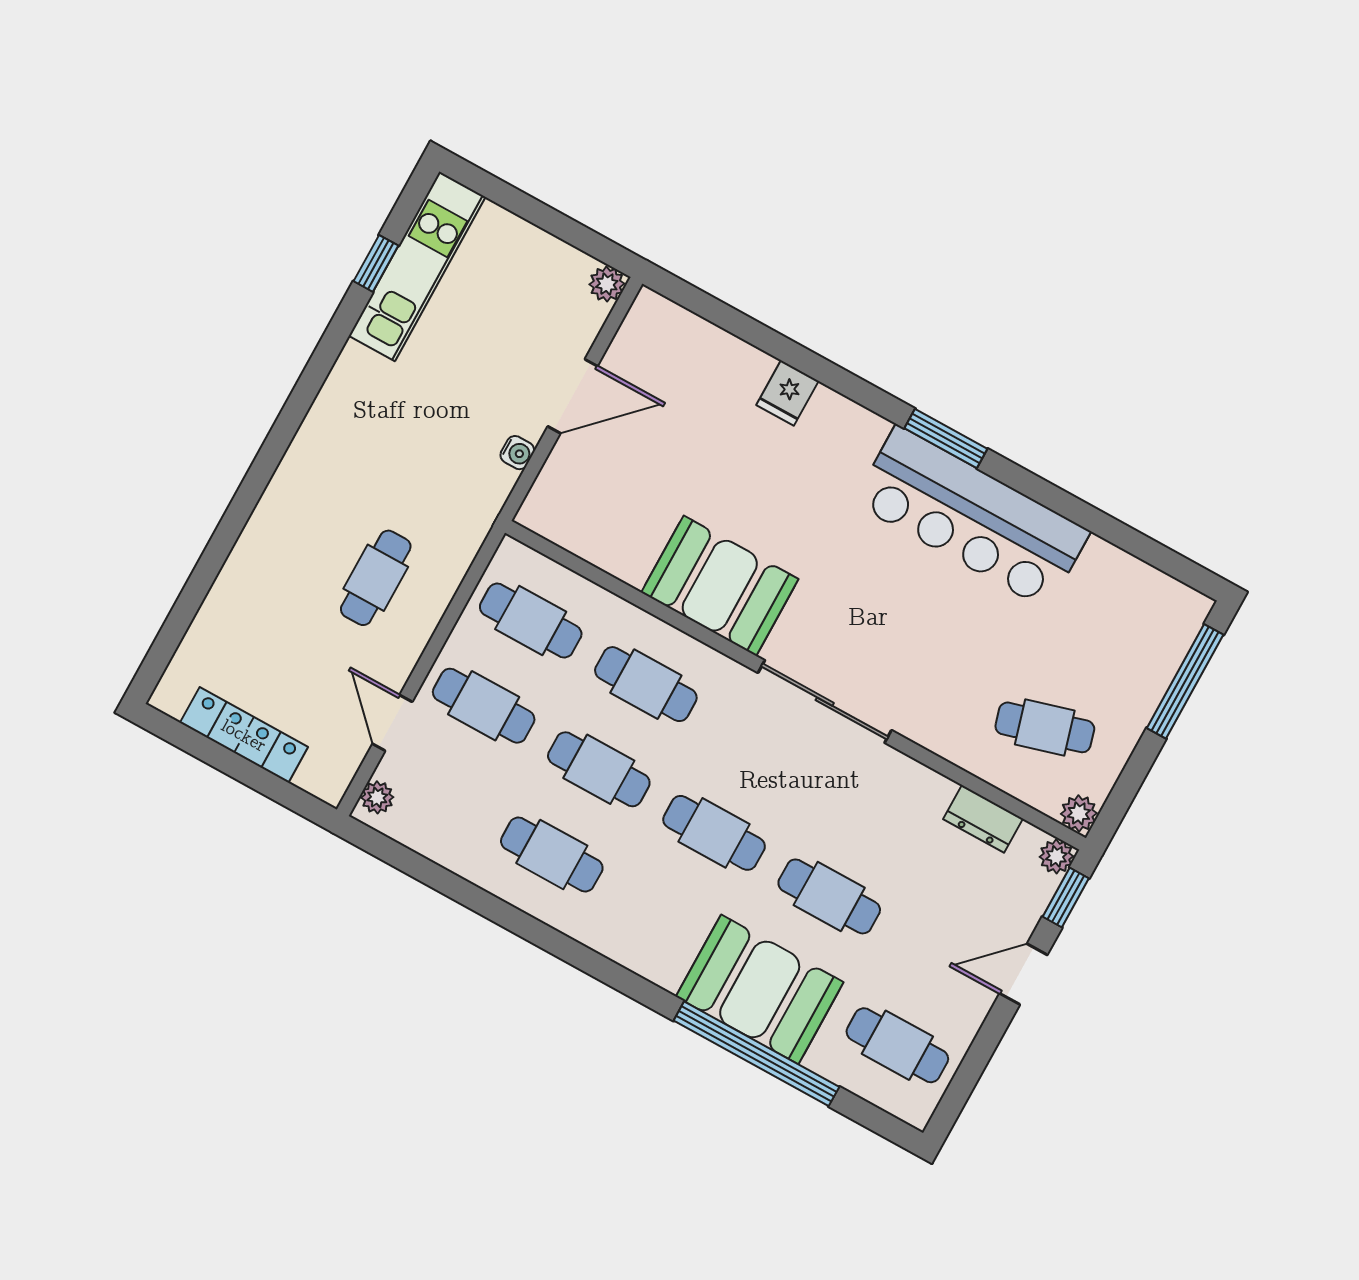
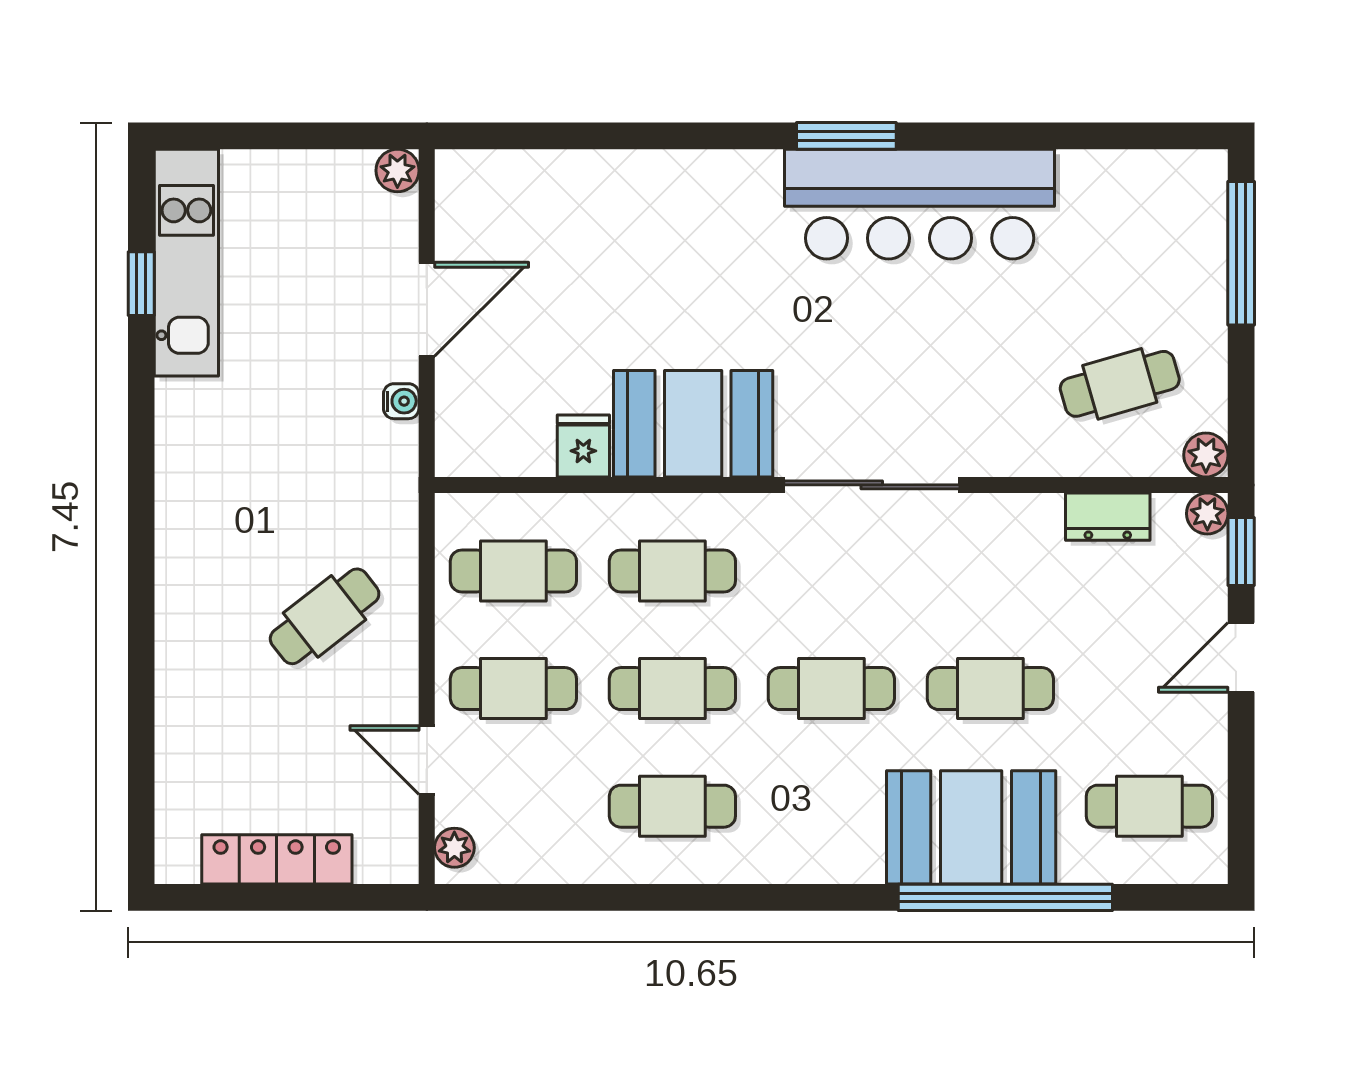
fridge: (787, 393) -> (583, 446), moved, turned 180
cafe table: (376, 578) -> (325, 616), turned 52

